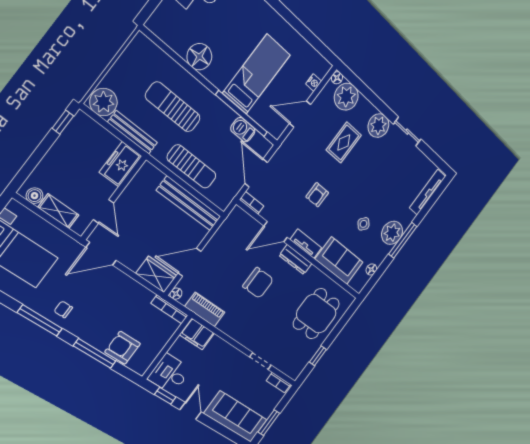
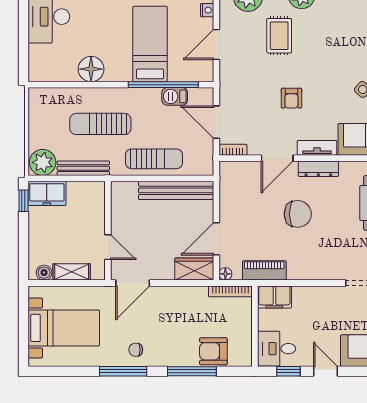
freezer: (121, 164) -> (47, 193), moved, turned -90

